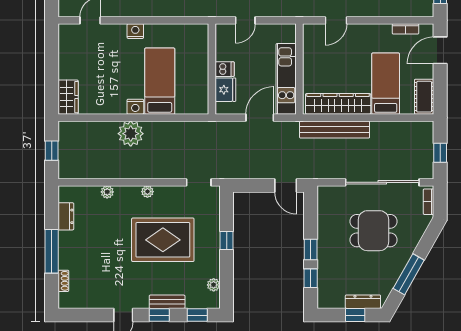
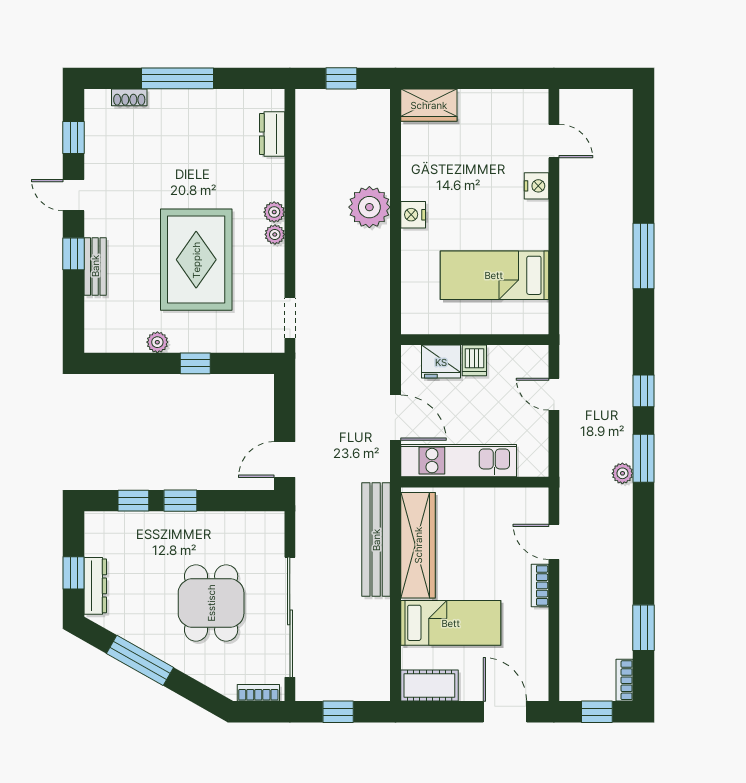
bookcase: (405, 29) -> (540, 585), moved
nightstand: (135, 31) -> (536, 186), moved
bed: (160, 81) -> (494, 275), moved, turned 180
plant: (107, 192) -> (274, 212), moved
dresser: (66, 216) -> (272, 134), moved, turned 90
plant: (214, 285) -> (157, 342), moved
window: (197, 315) -> (74, 138), moved

